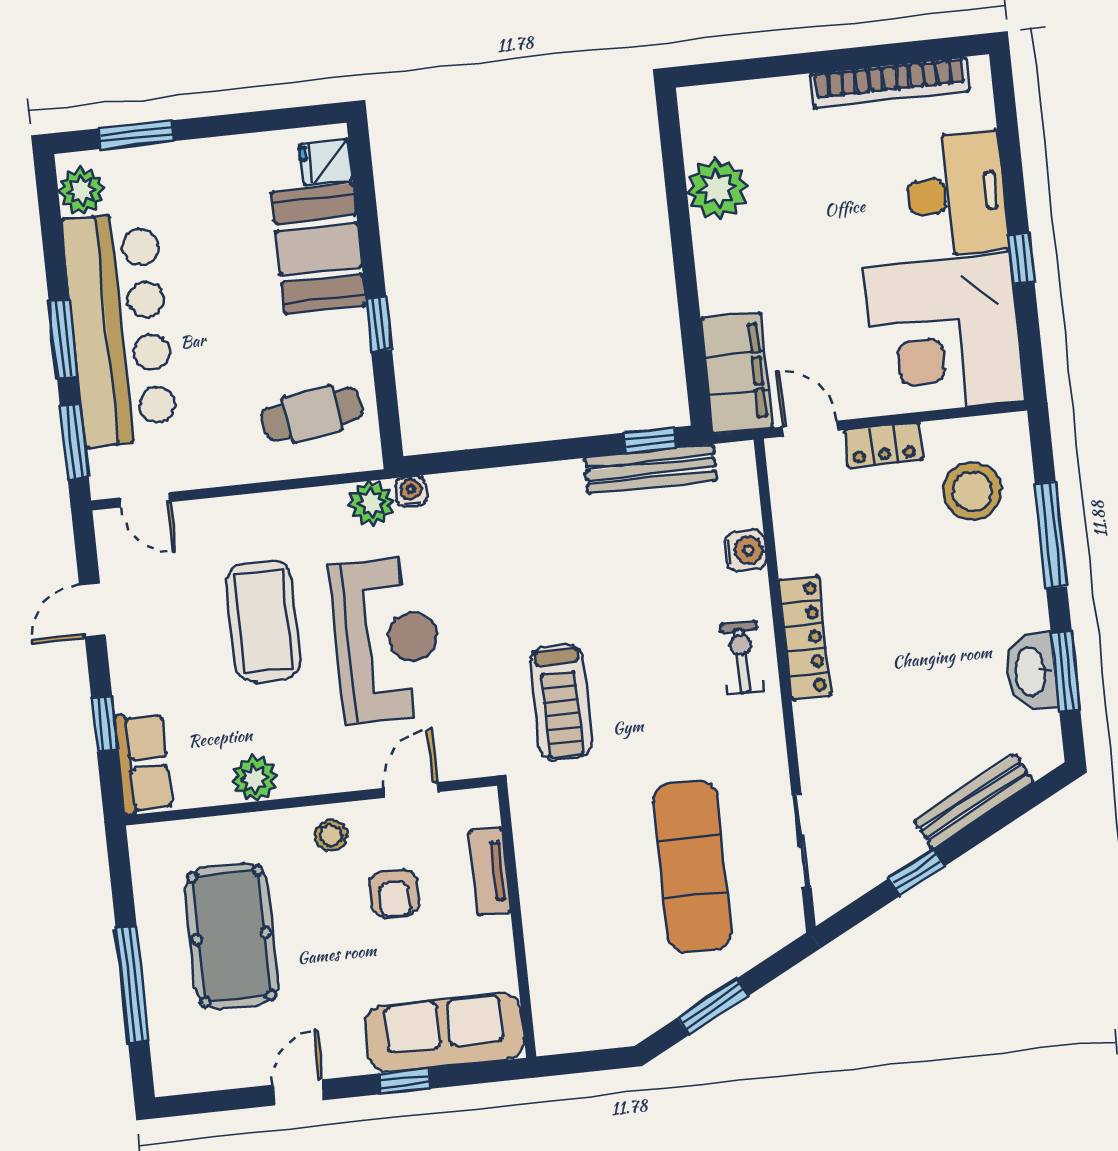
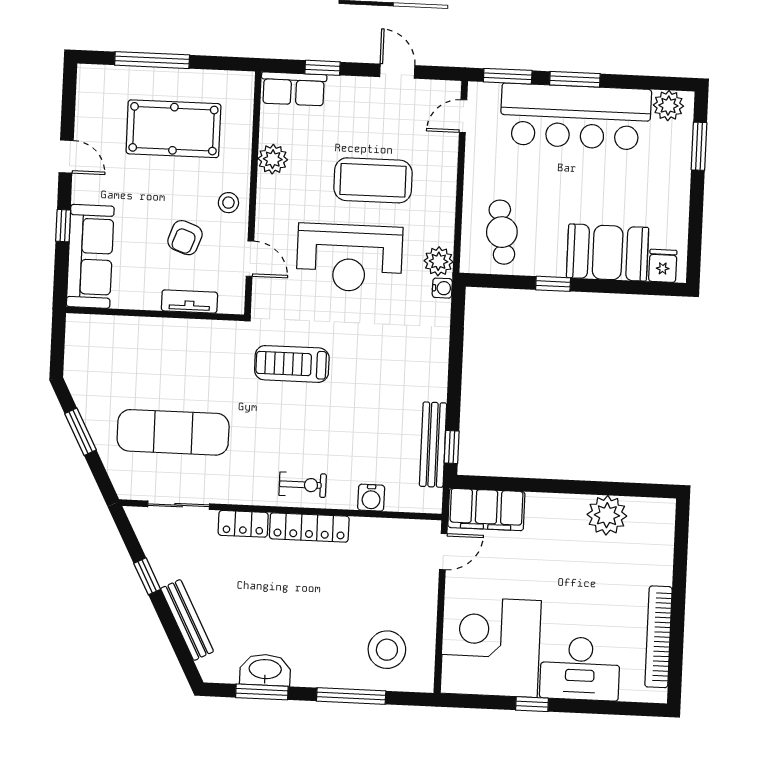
locker: (883, 445) -> (243, 524), moved, turned -90
armchair: (394, 893) -> (185, 238), turned -70

